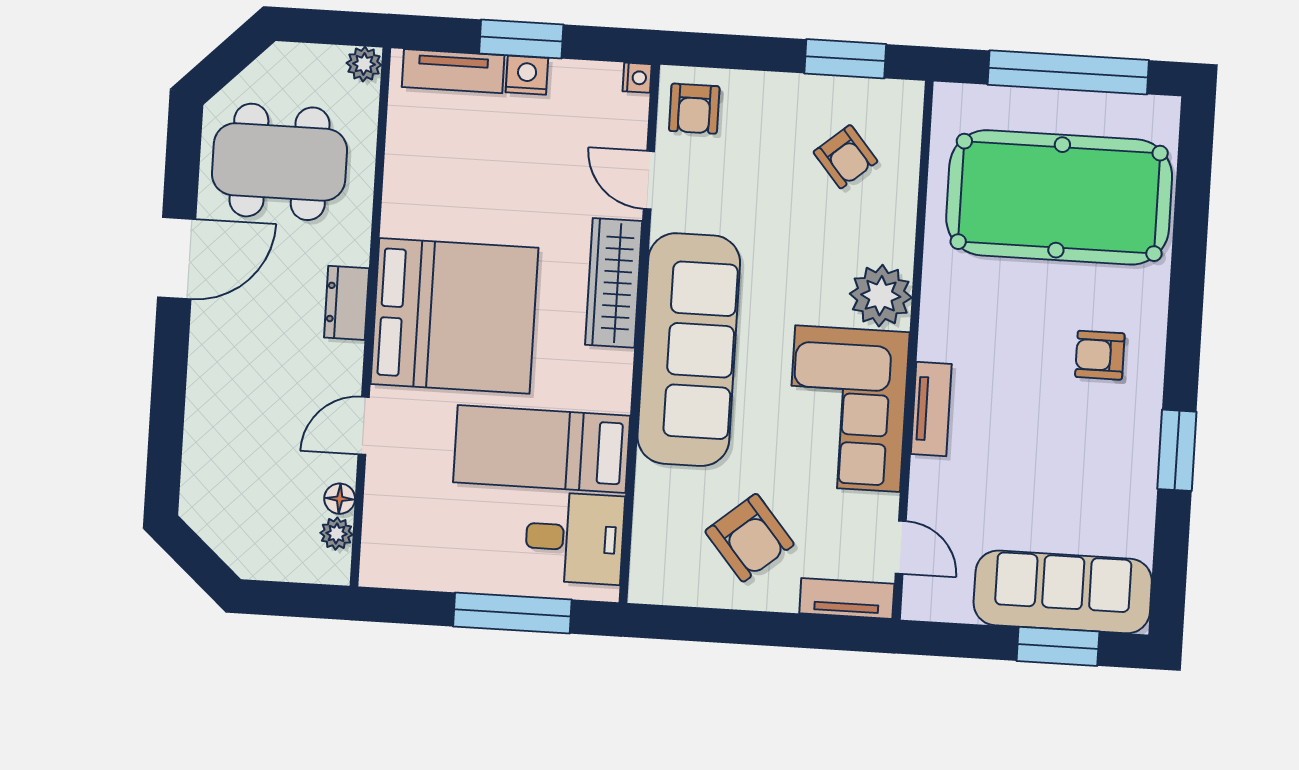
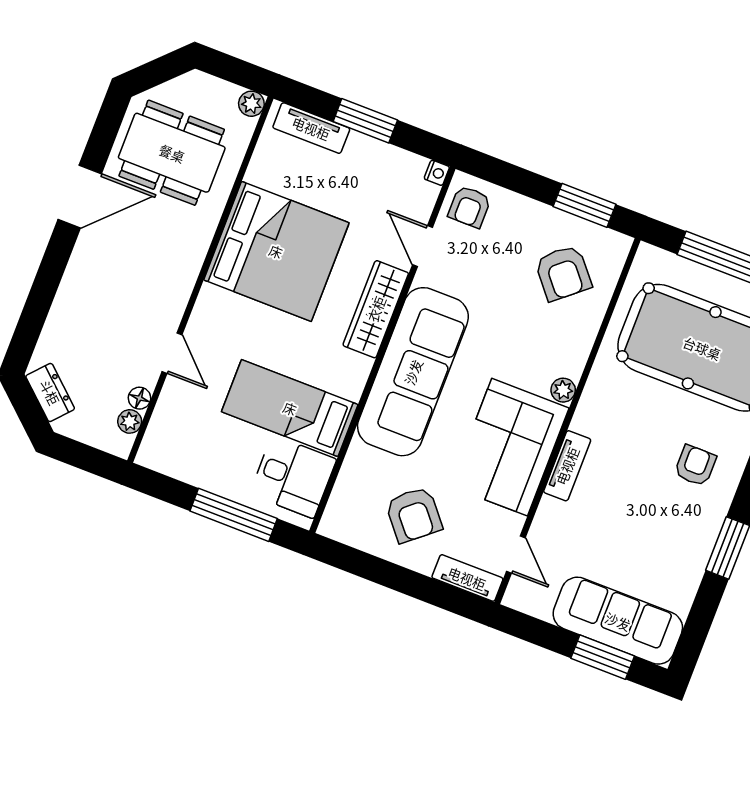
nightstand: (527, 75) -> (361, 147), removed
armchair: (845, 157) -> (563, 273), width x1.38, depth x1.38
plant: (881, 296) -> (563, 390), width x0.53, depth x0.53
dresser: (347, 303) -> (50, 392), moved, turned 132
bed: (454, 316) -> (276, 251), moved
armchair: (1100, 355) -> (695, 465), turned 90
door: (364, 426) -> (172, 353), swing flipped

